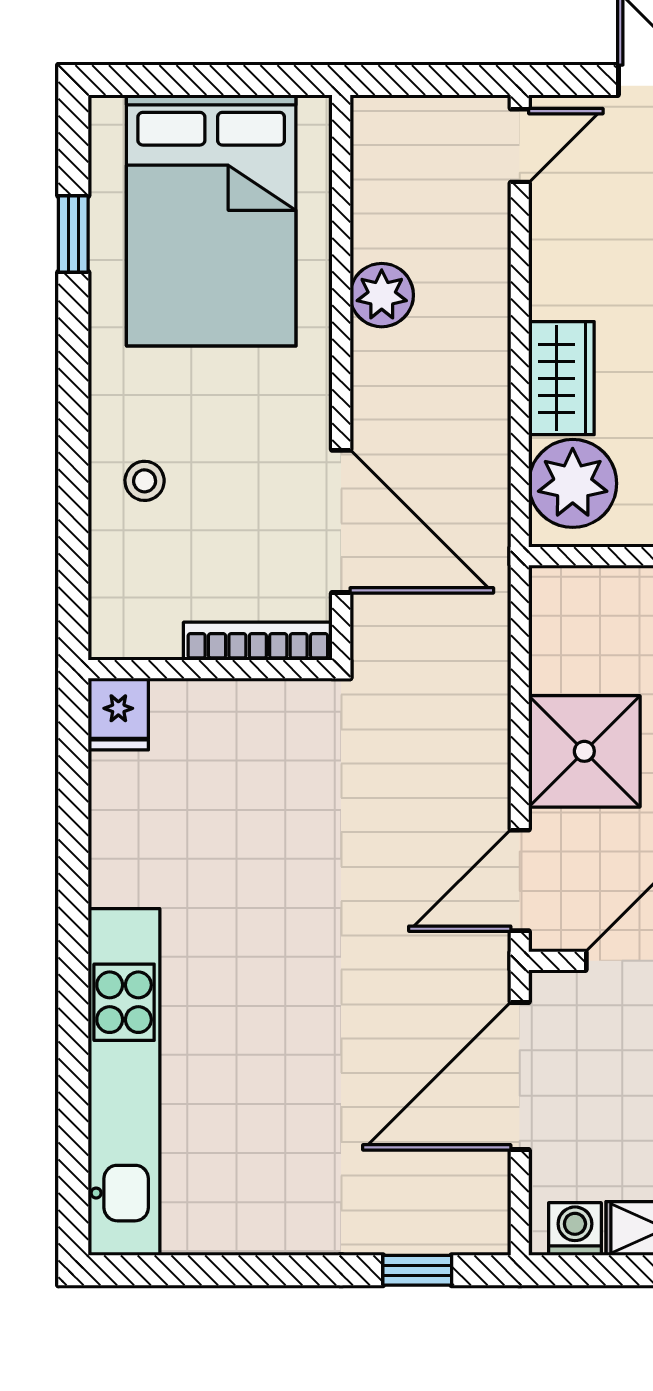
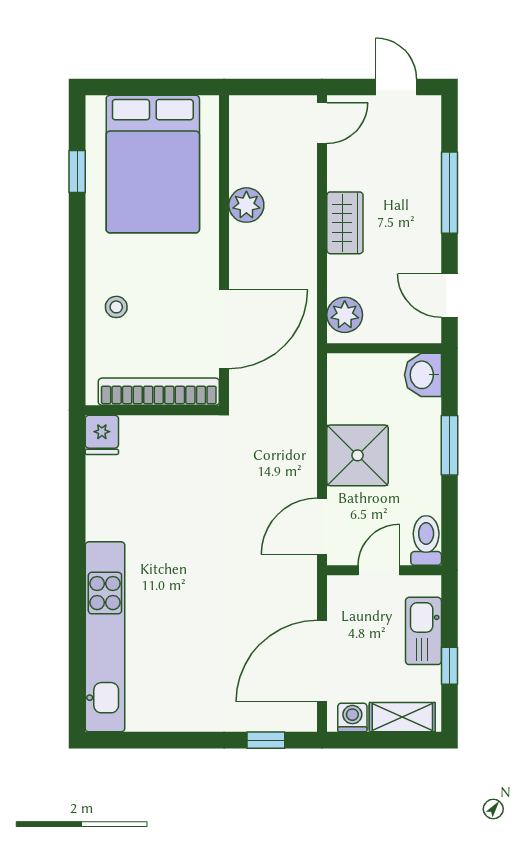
wardrobe: (561, 378) -> (345, 223), moved
plant: (573, 483) -> (345, 315), width x0.73, depth x0.73
door: (341, 521) -> (224, 329), hinge flipped
bookcase: (258, 641) -> (159, 392), width x1.48, depth x1.31
door: (520, 1076) -> (322, 661), moved

